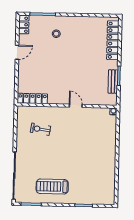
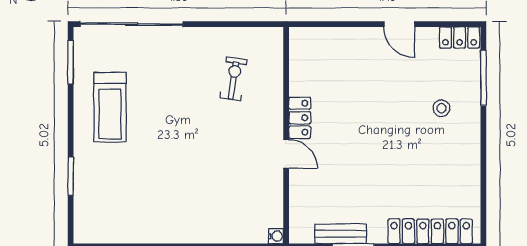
locker: (32, 99) -> (300, 118), moved, width x0.66
door: (76, 106) -> (286, 154), hinge flipped
treadmill: (52, 186) -> (110, 107), turned 180

